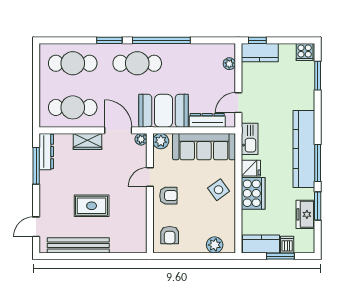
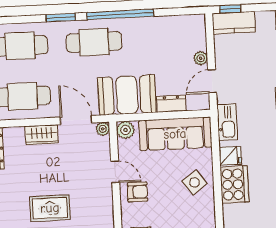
plant: (229, 64) -> (201, 58), moved
dresser: (207, 120) -> (171, 104), width x0.70
door: (150, 177) -> (115, 172), swing flipped

